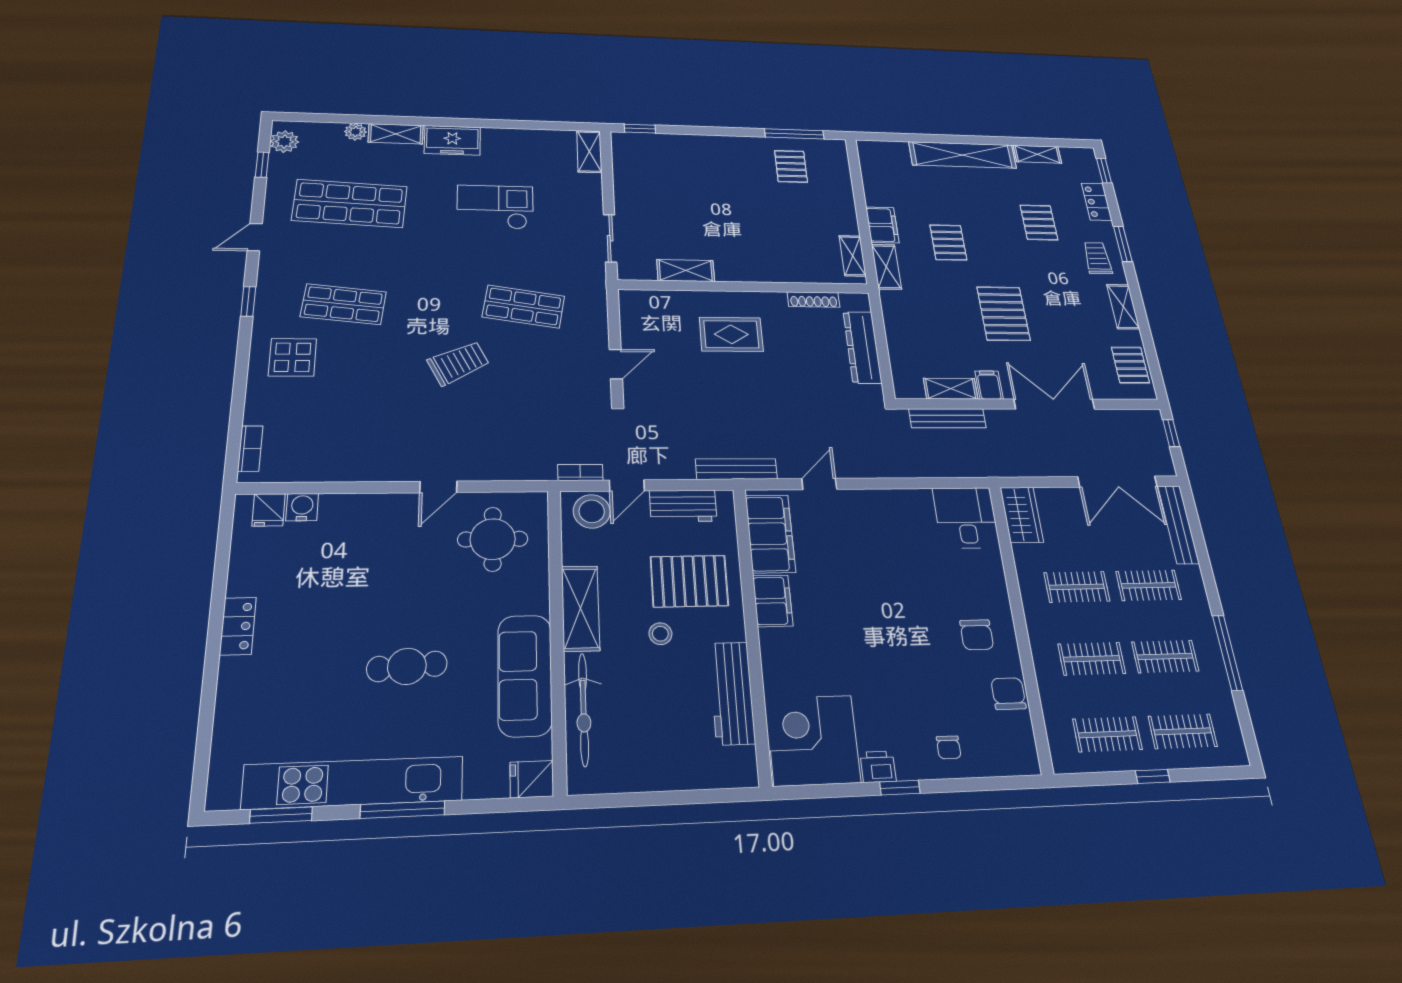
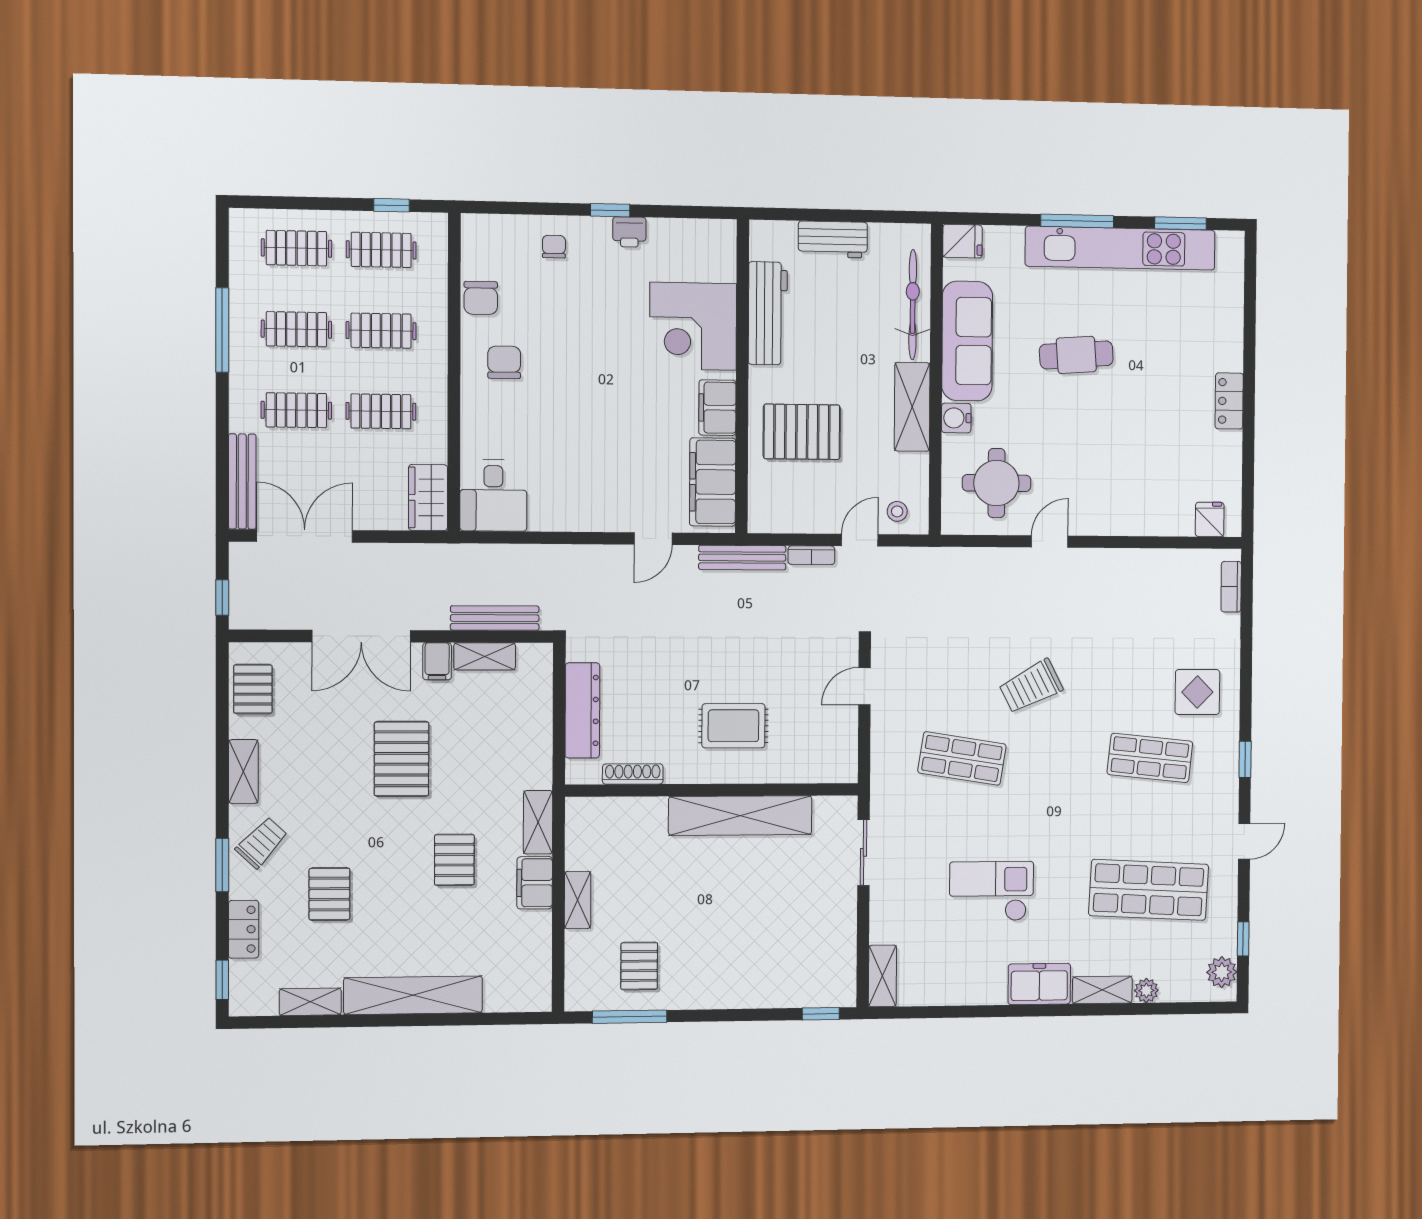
checkout: (495, 207) -> (991, 891), turned 180
shelving: (853, 256) -> (578, 900), moved
trolley: (1097, 258) -> (262, 843), turned -137
shelving: (686, 271) -> (740, 816), width x2.20, depth x1.33
bookcase: (580, 472) -> (811, 555), moved
workbench: (683, 506) -> (833, 239), moved, turned 180
water cooler: (302, 507) -> (956, 418), moved, turned 90
stool: (592, 511) -> (897, 511), width x0.53, depth x0.53
stool: (660, 634) -> (835, 377), removed
corner desk: (813, 740) -> (693, 326), moved, turned 90
window: (1153, 776) -> (392, 205), moved

